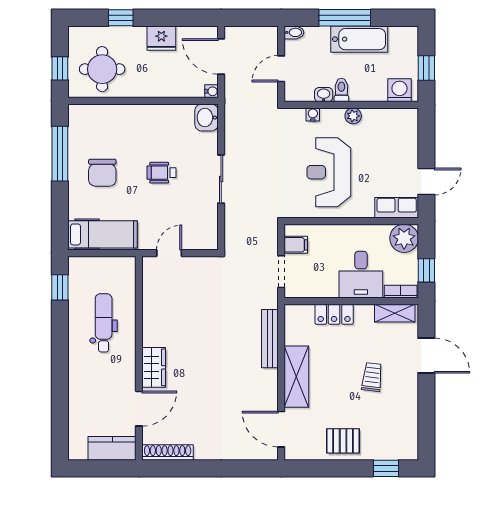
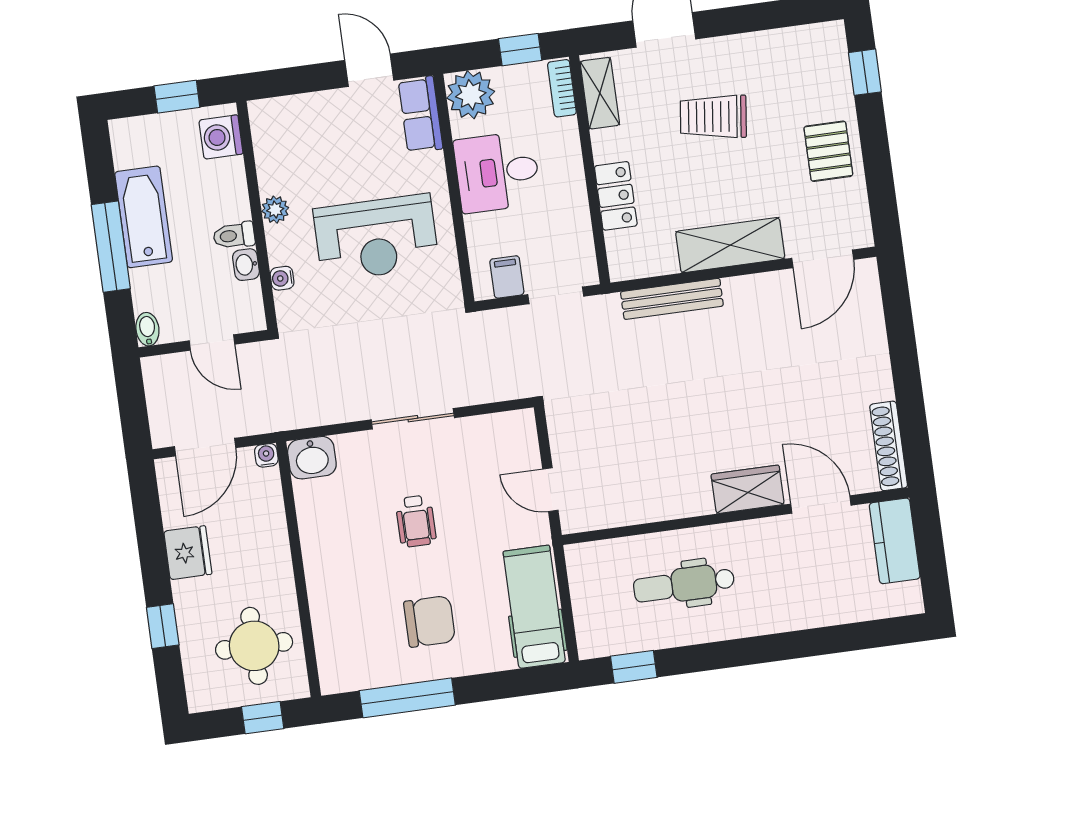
desk: (361, 275) -> (497, 172), moved, turned 180
trolley: (372, 377) -> (713, 117), width x1.36, depth x1.39

